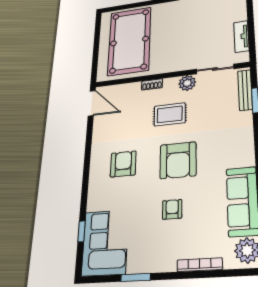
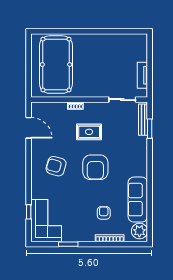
plant: (187, 83) -> (102, 108), removed
door: (92, 103) -> (29, 128), moved
armchair: (123, 164) -> (56, 166), turned -74
armchair: (172, 209) -> (104, 213), moved

